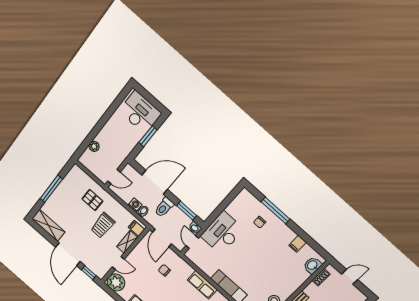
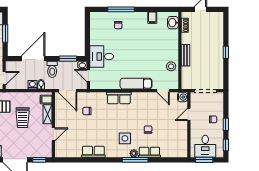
desk: (222, 233) -> (102, 56), width x0.73
plant: (116, 282) -> (63, 150), removed

